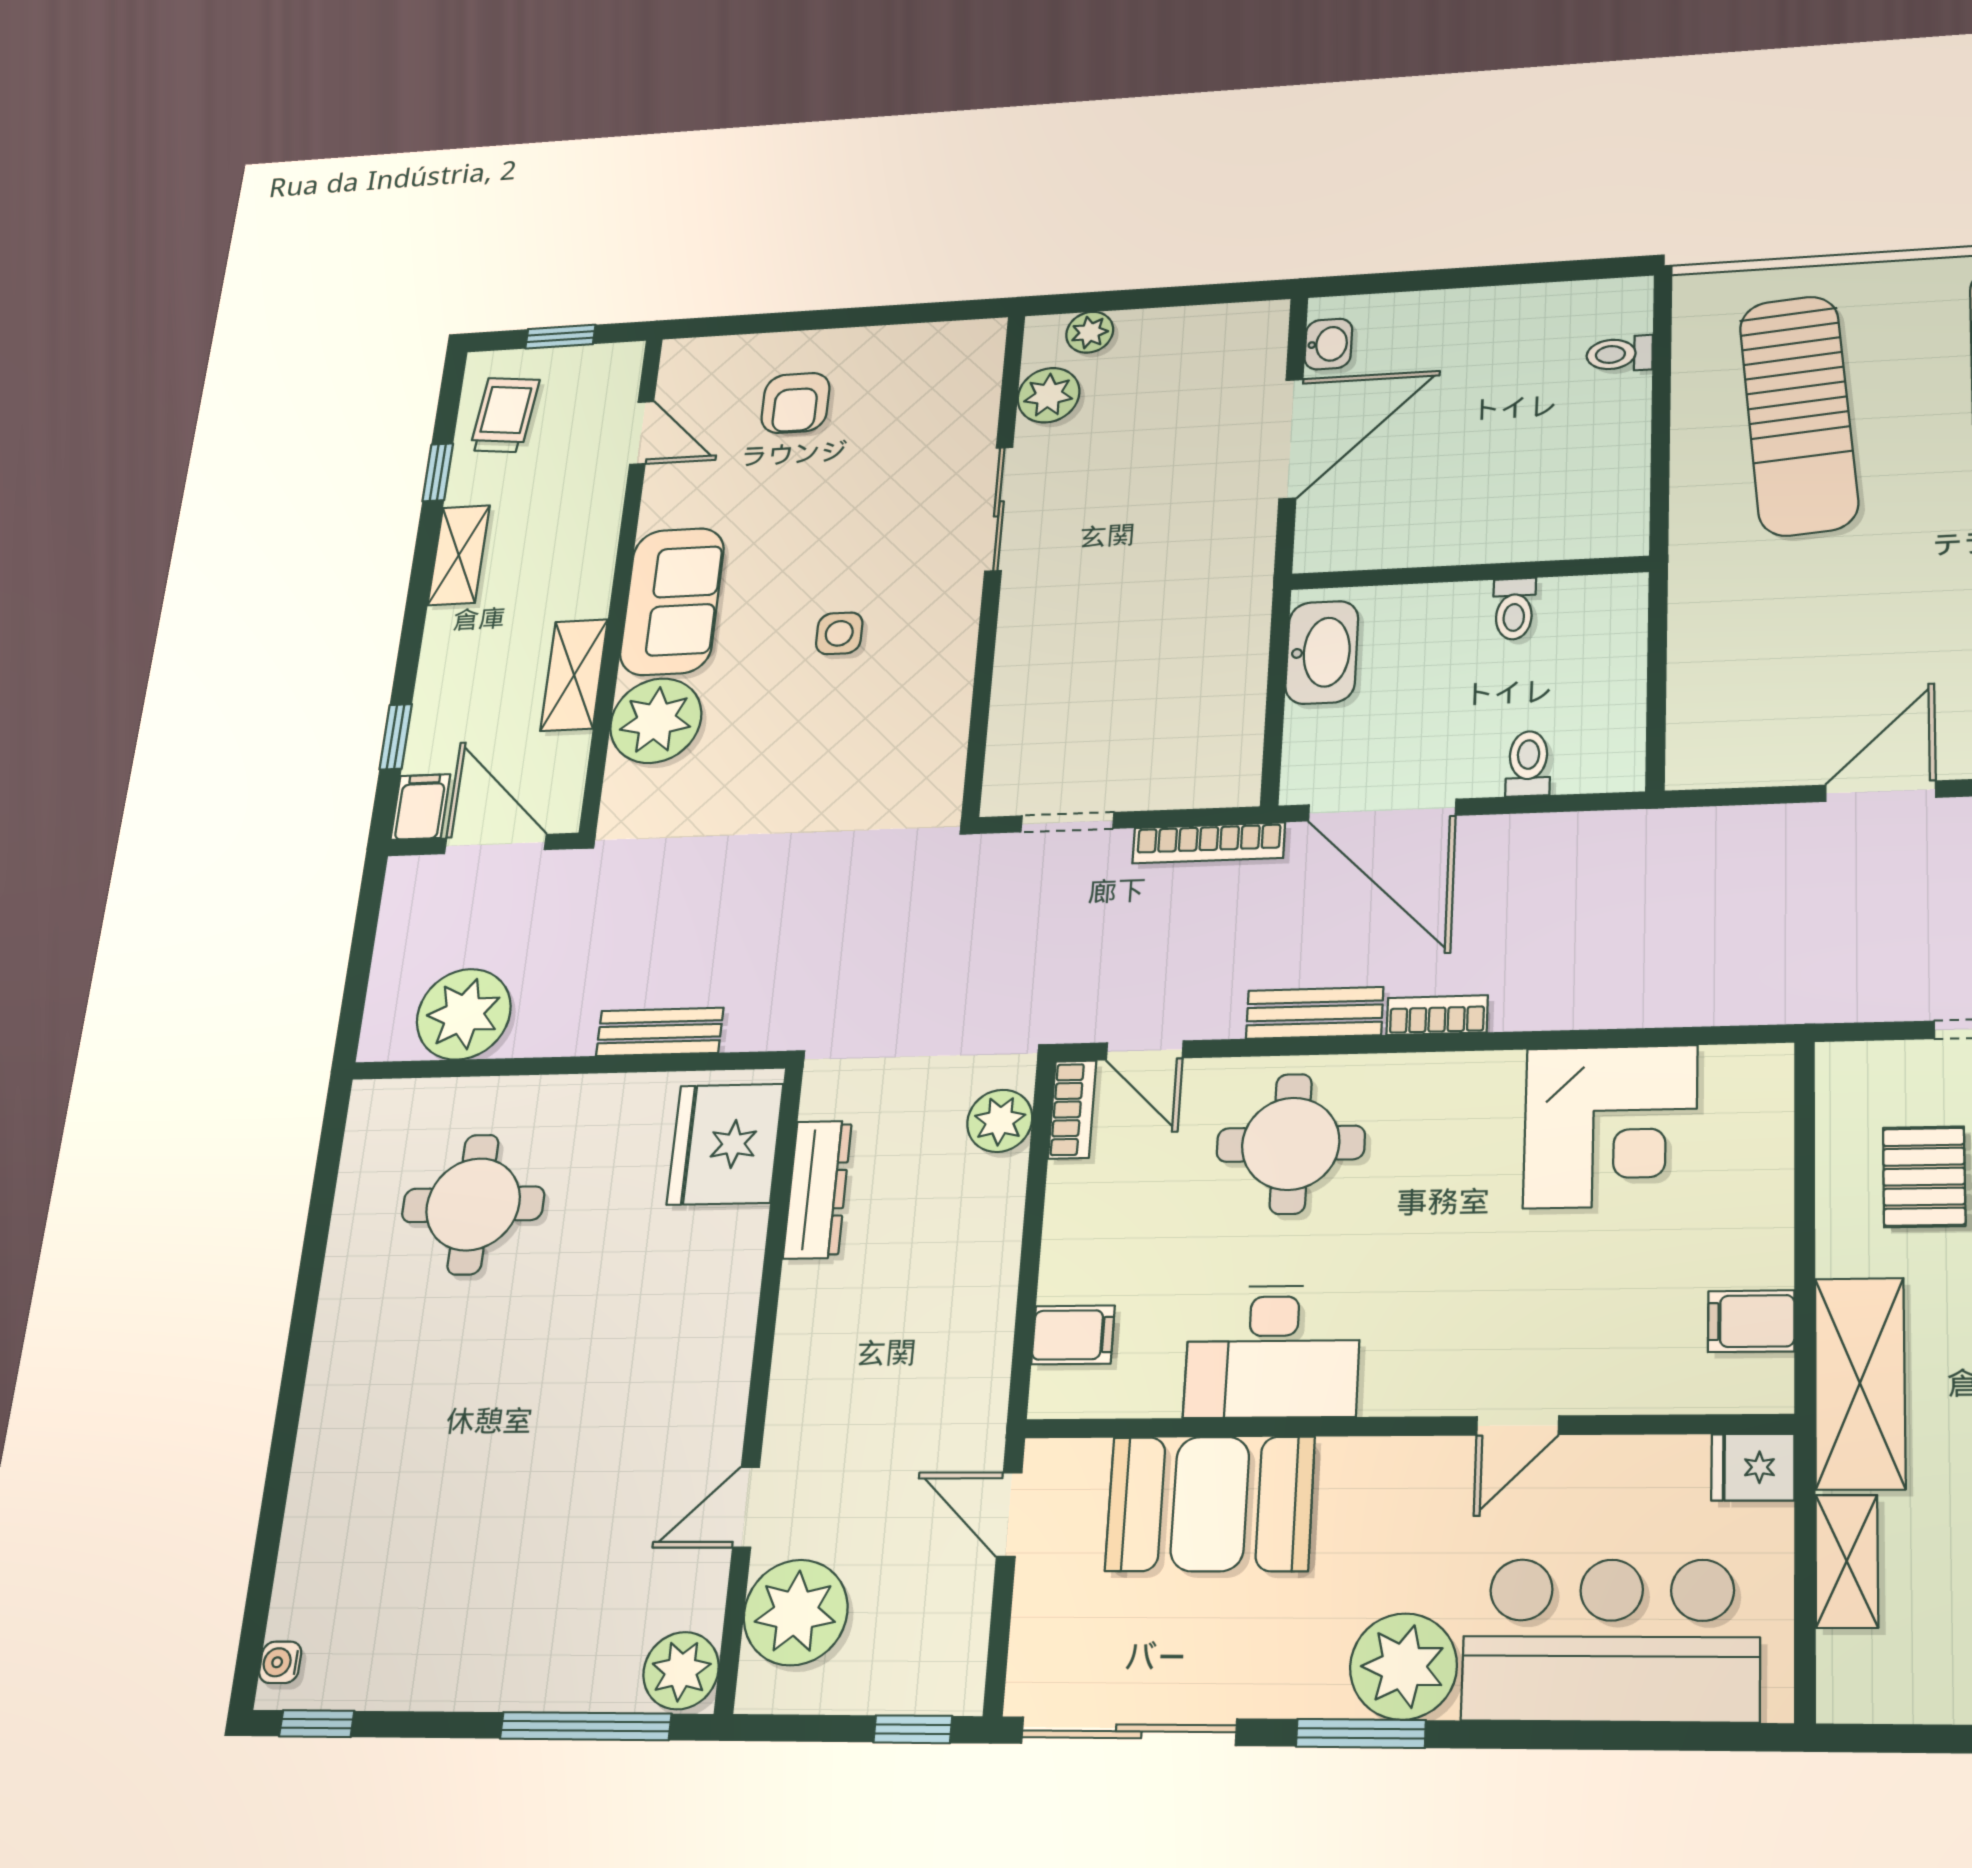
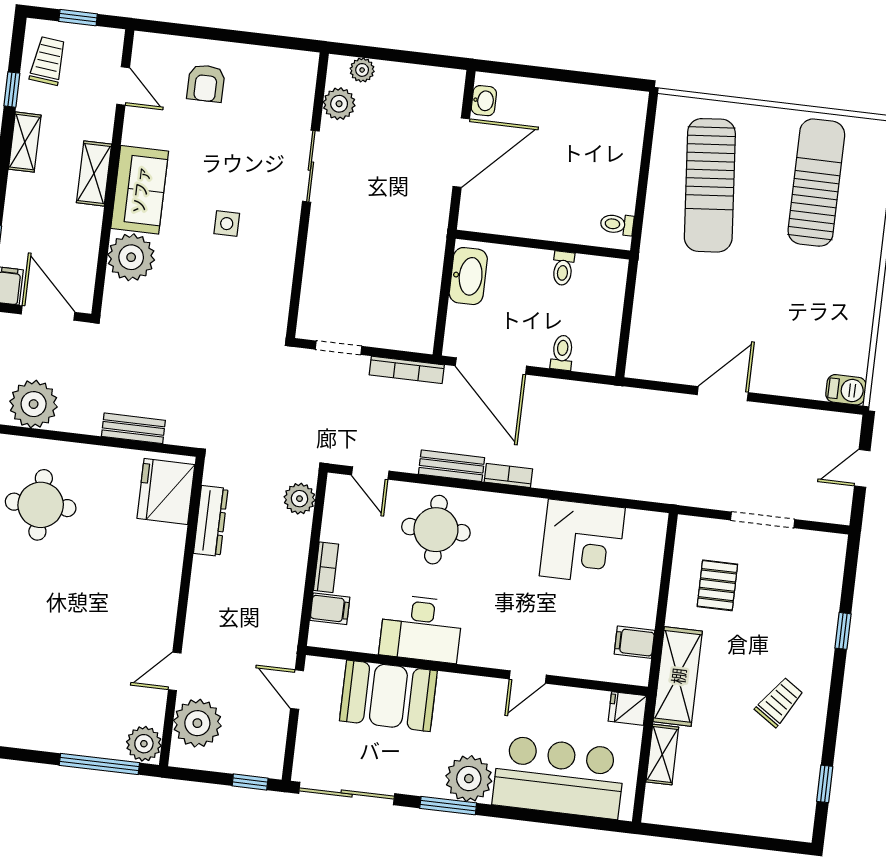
toilet: (1620, 354) -> (617, 224), moved
shelving: (574, 675) -> (94, 173), moved
bookcase: (1072, 1109) -> (326, 567), moved

